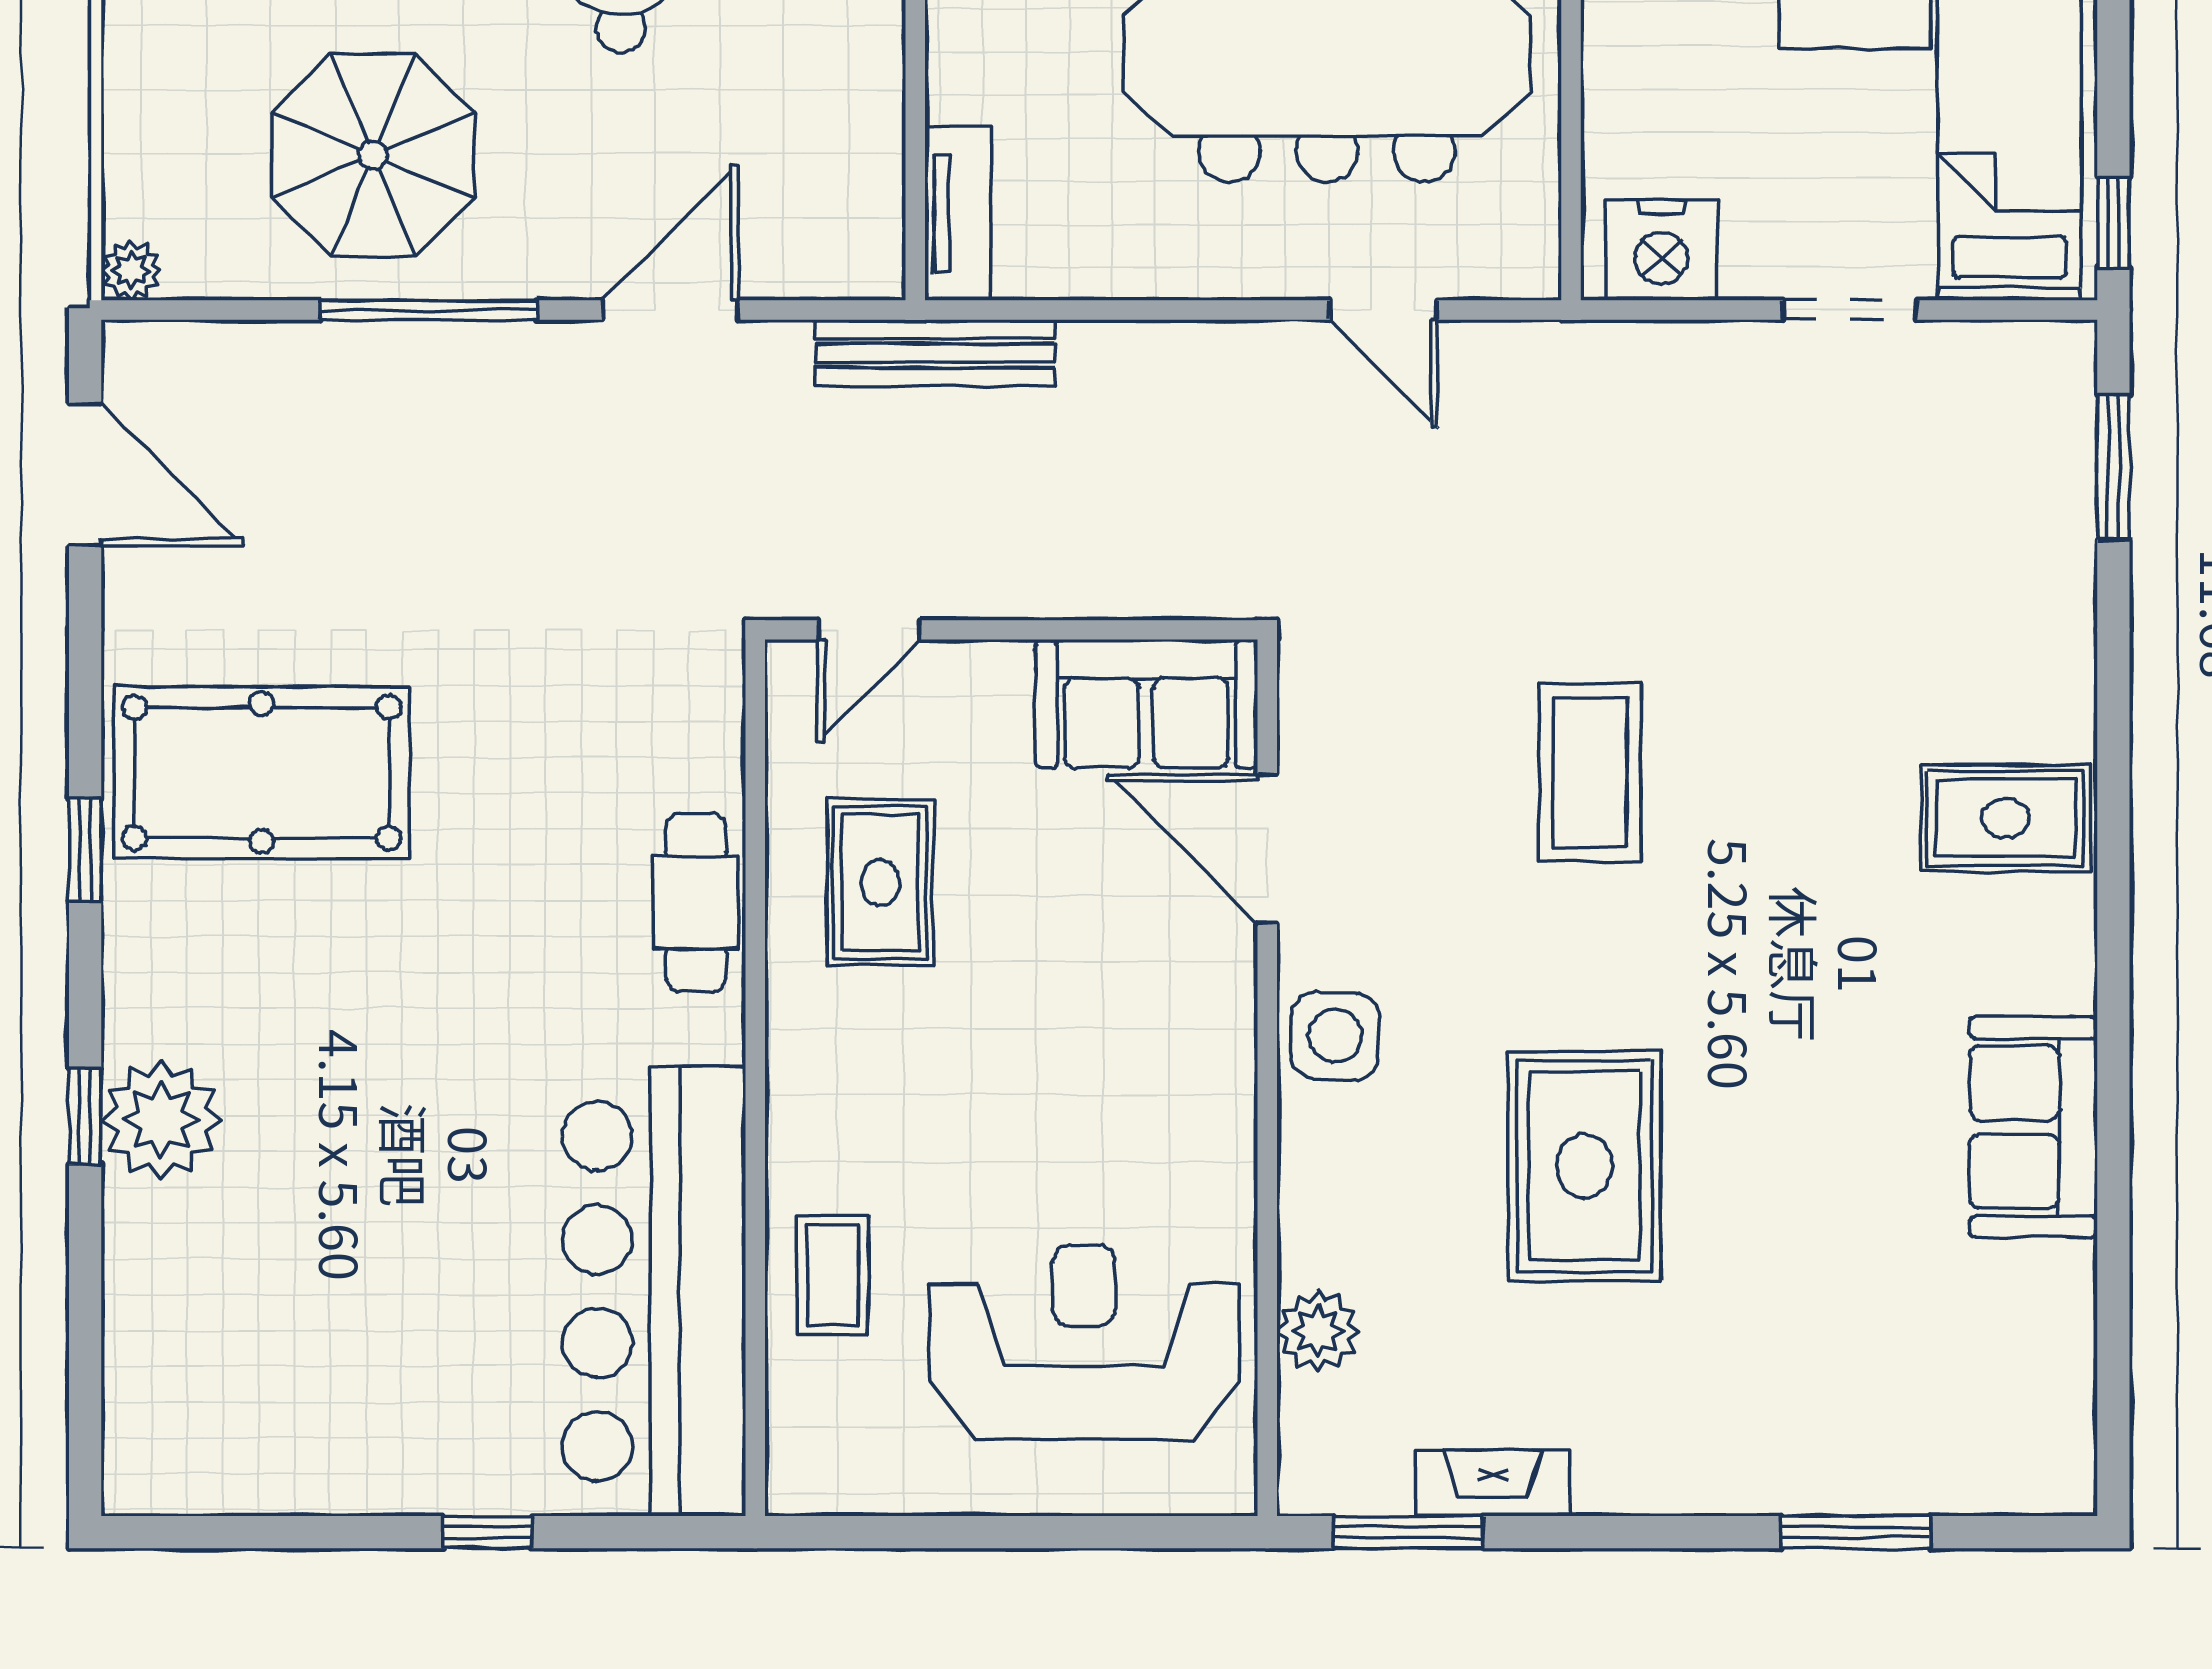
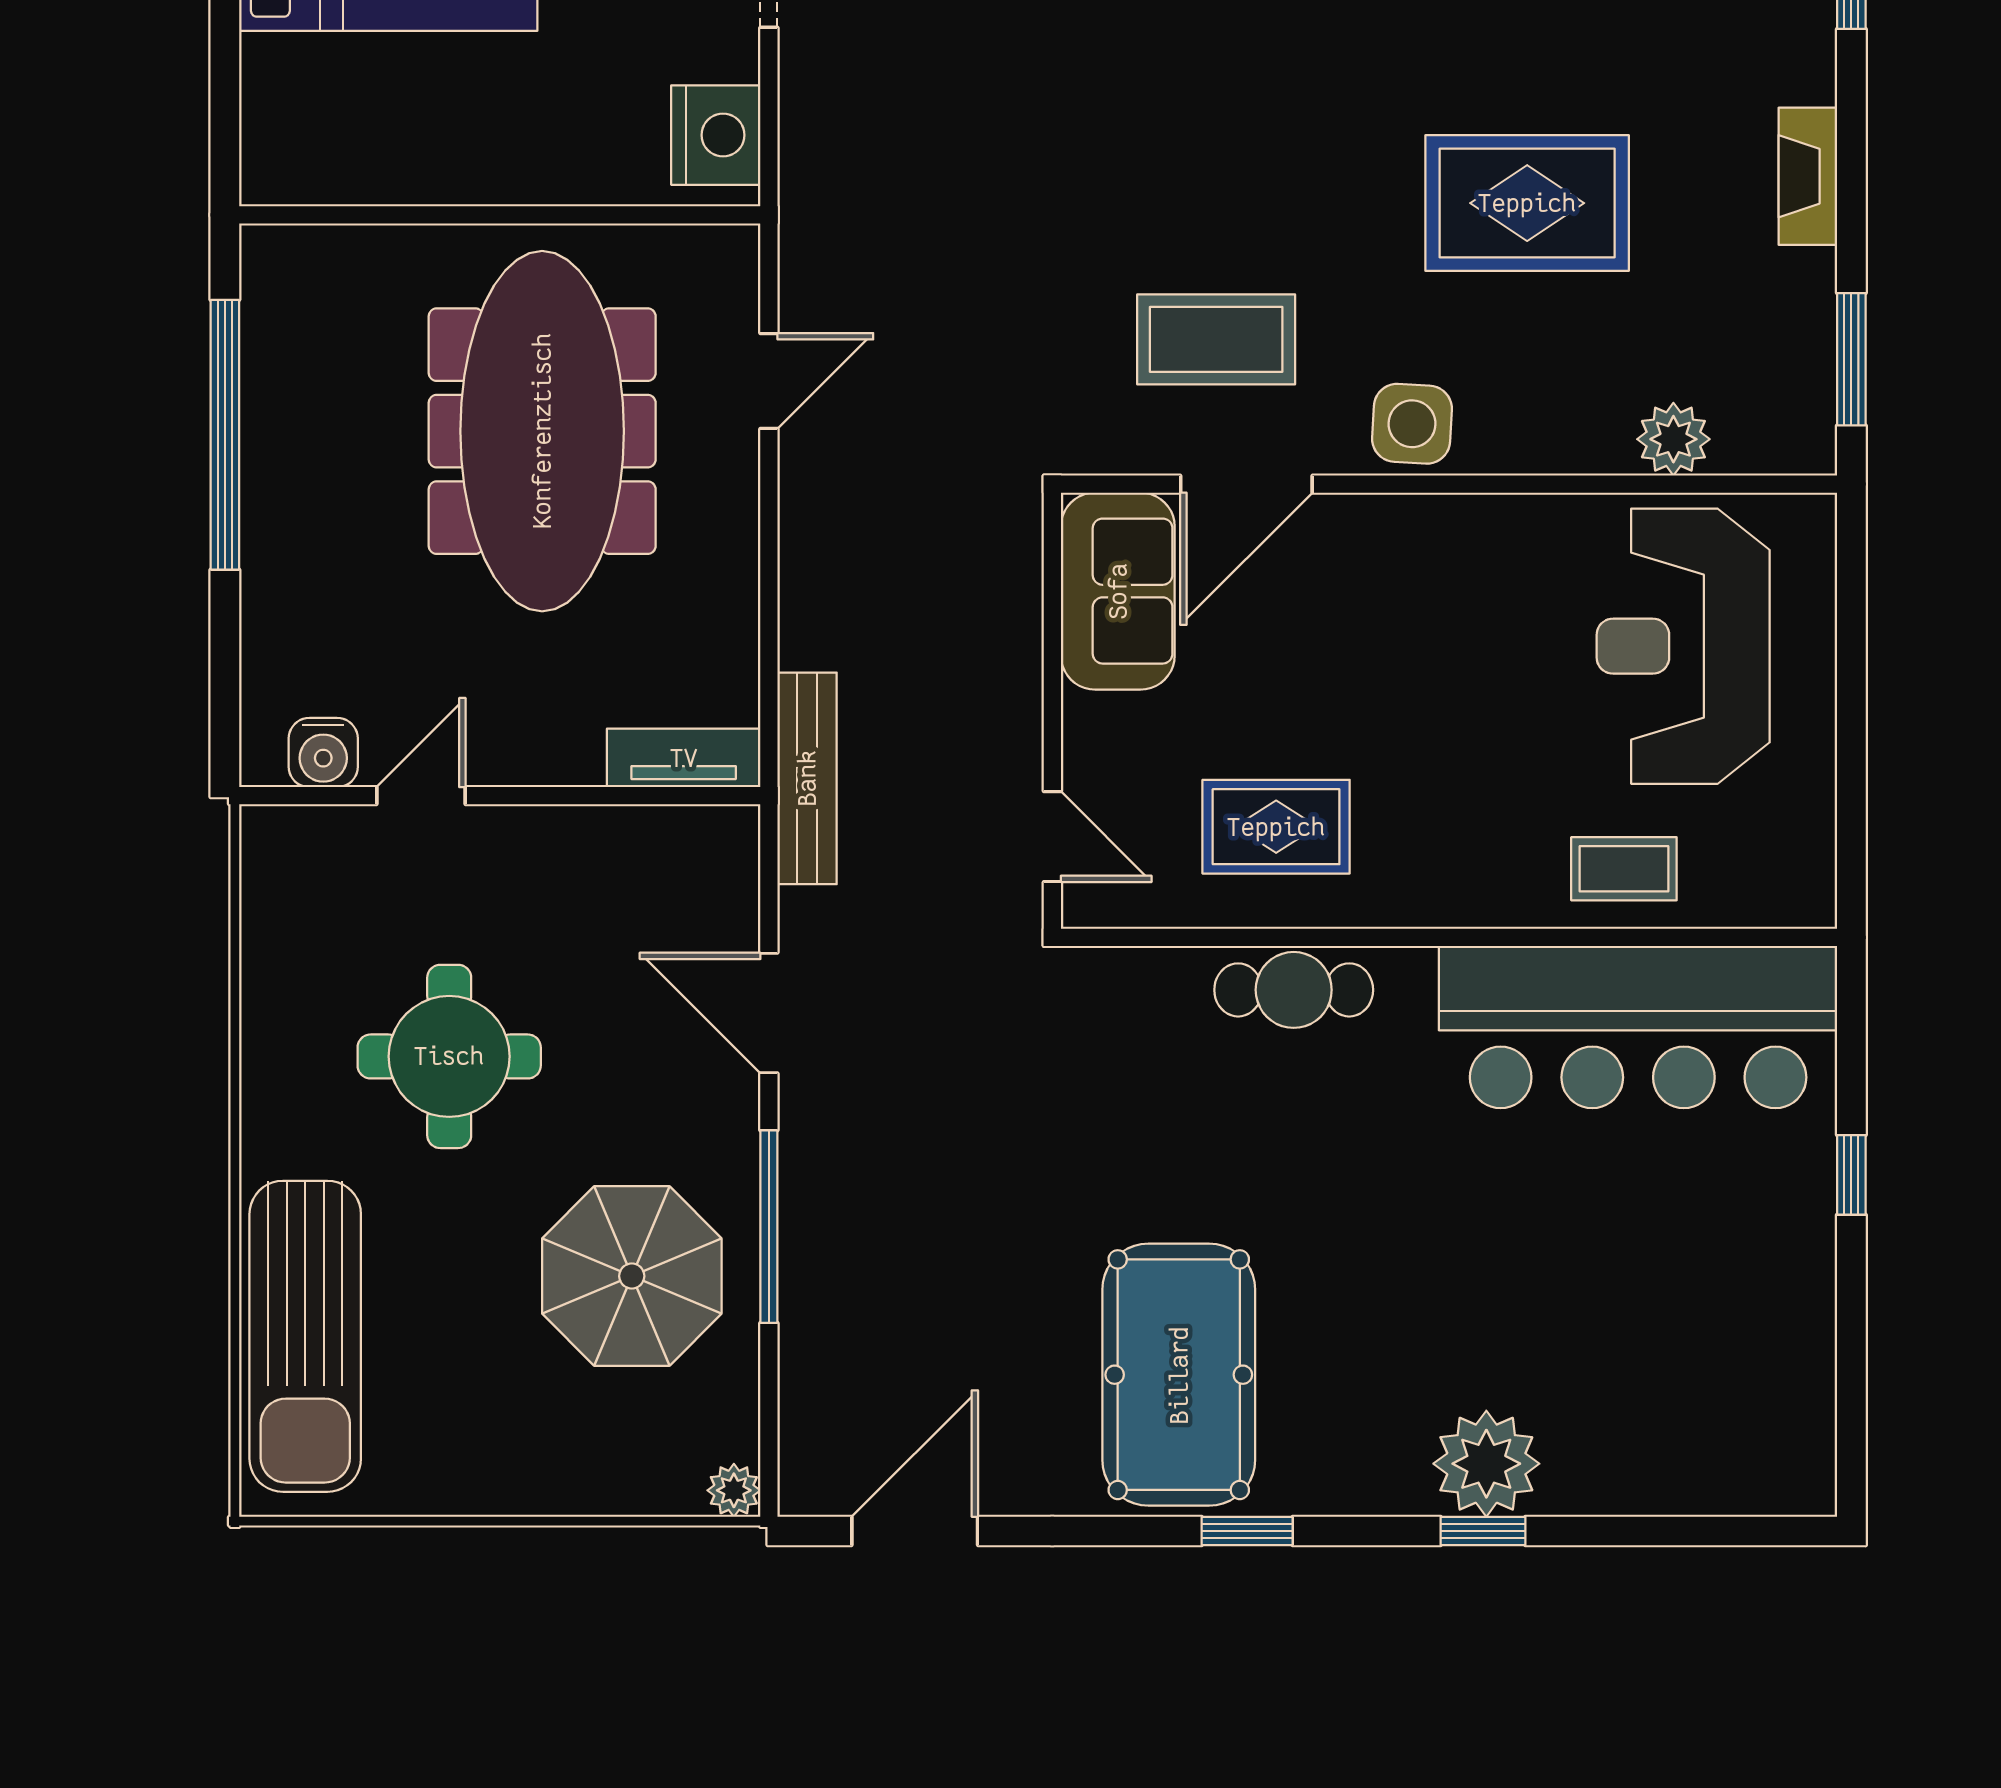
coffee table: (1590, 772) -> (1216, 339), moved
fireplace: (1493, 1483) -> (1808, 176), moved

